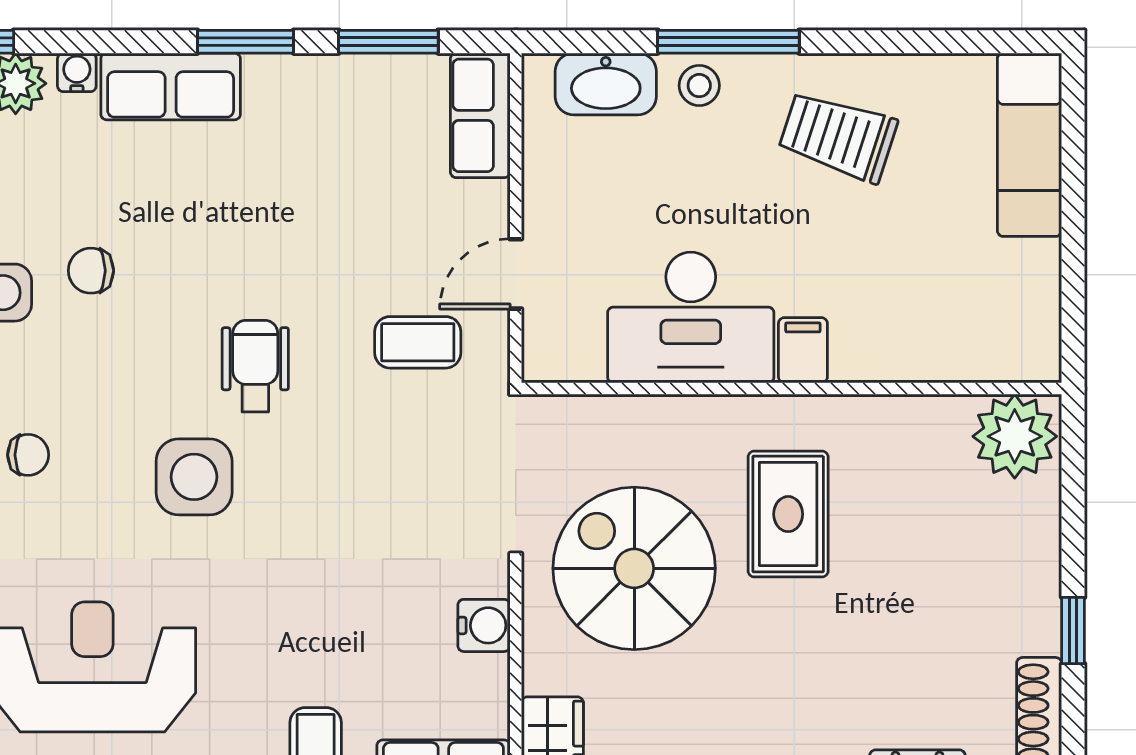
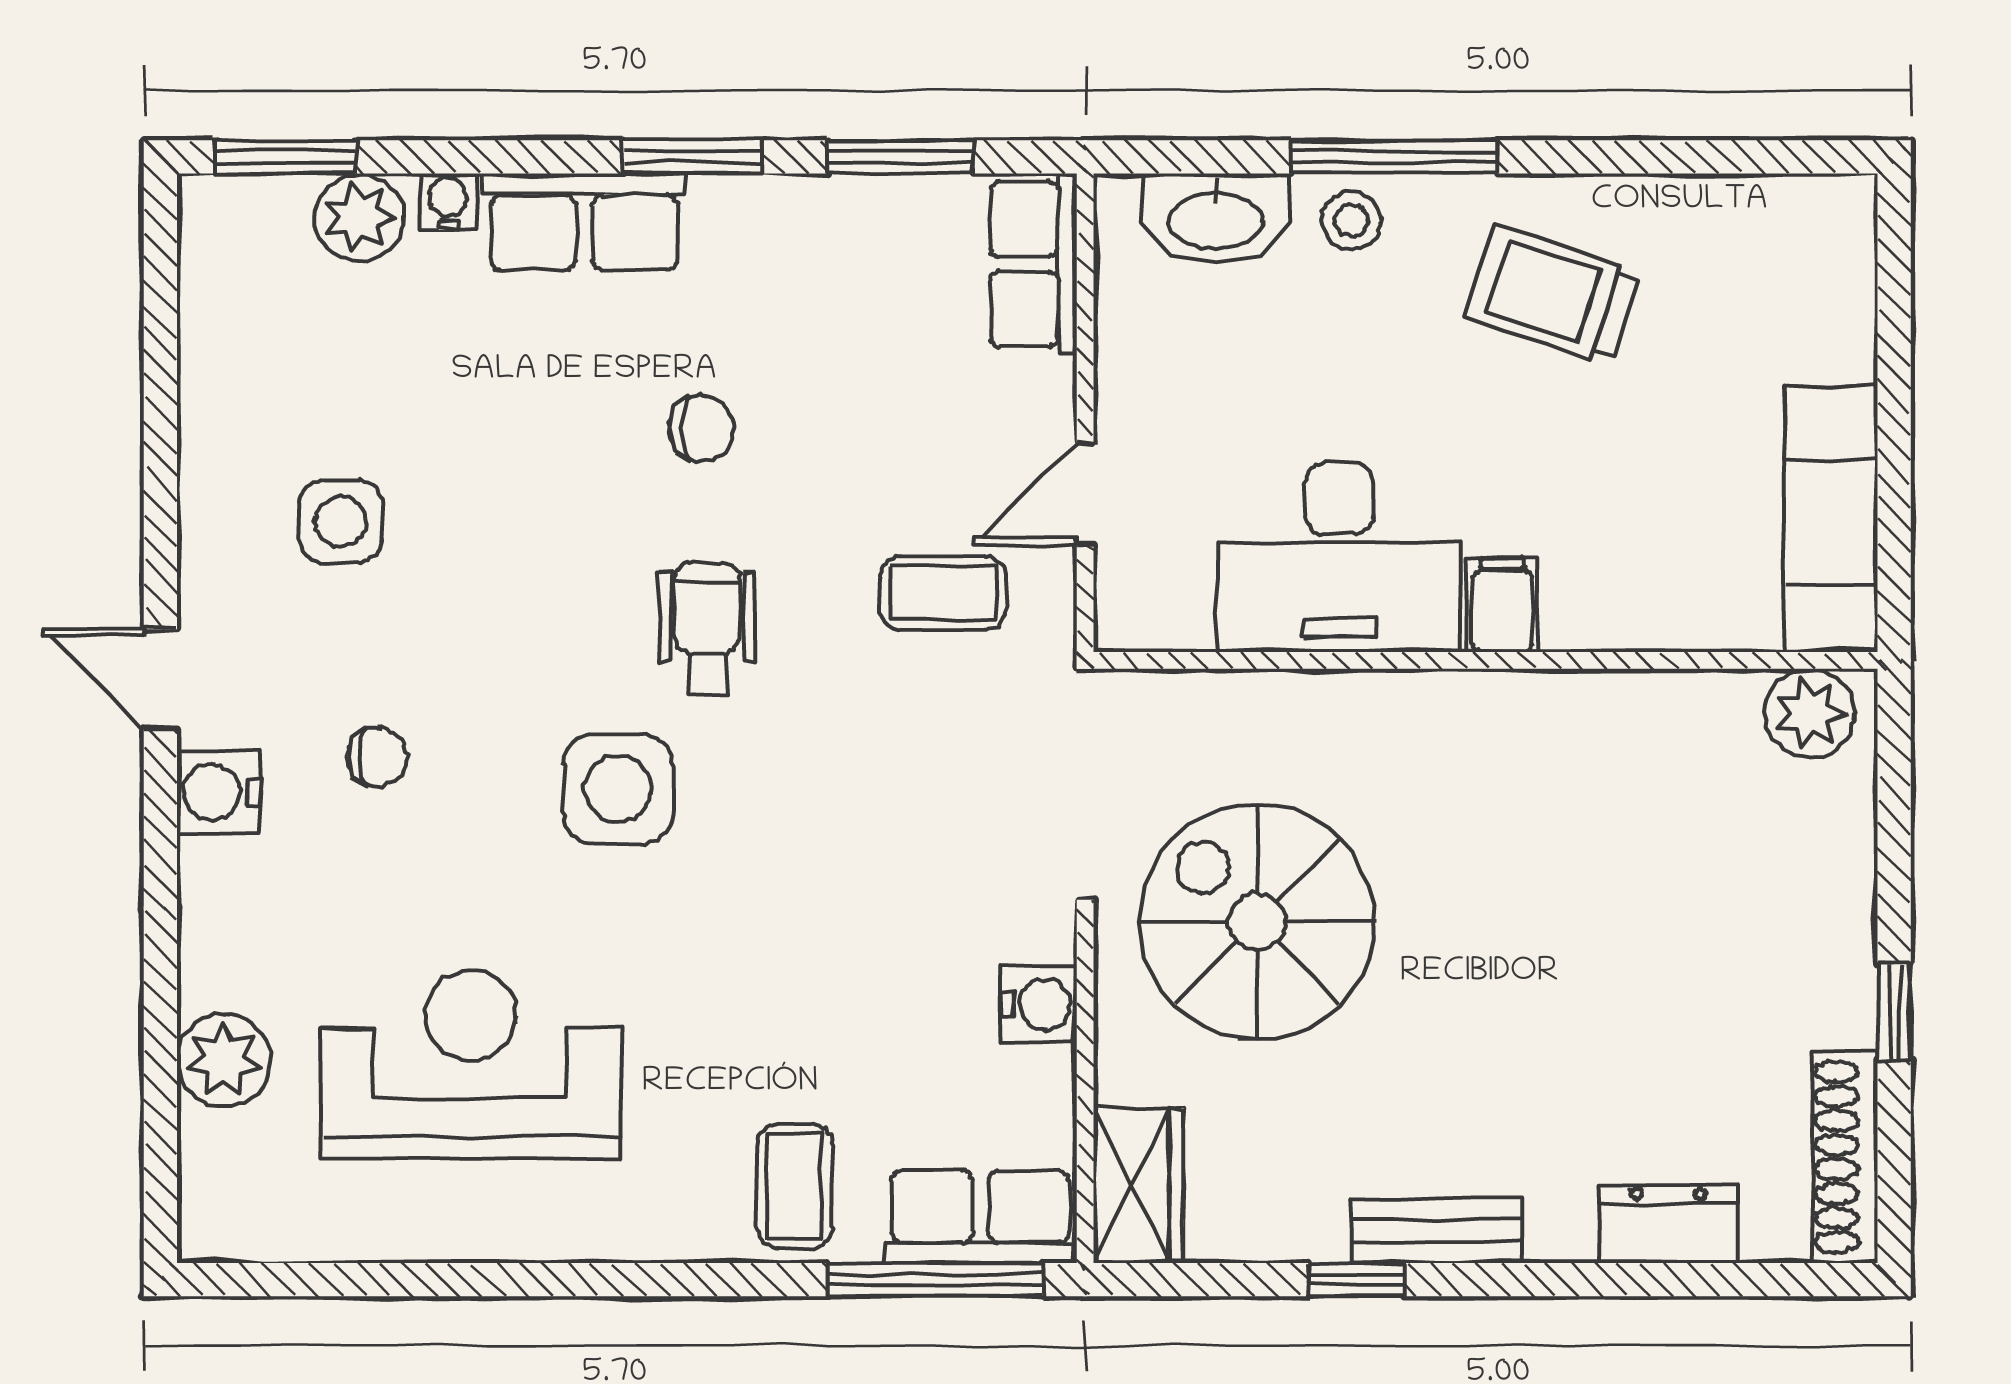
exam couch: (1030, 145) -> (1831, 519), moved
chair: (91, 271) -> (702, 428), moved, turned 180
plant: (1015, 436) -> (1810, 713), width x0.73, depth x0.73
rug: (788, 514) -> (1481, 843), removed

